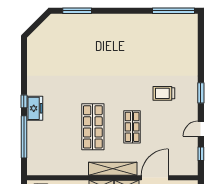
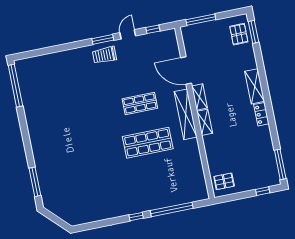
trolley: (164, 93) -> (104, 55), moved, turned 90
window: (201, 93) -> (103, 39), moved
freezer: (35, 108) -> (141, 204), removed
door: (201, 129) -> (128, 34), swing flipped

